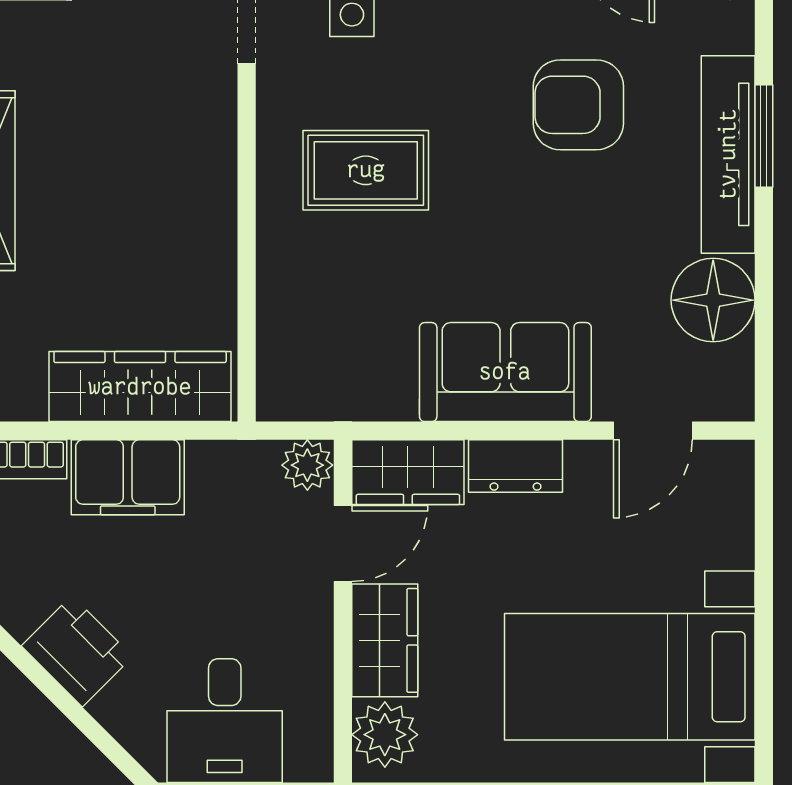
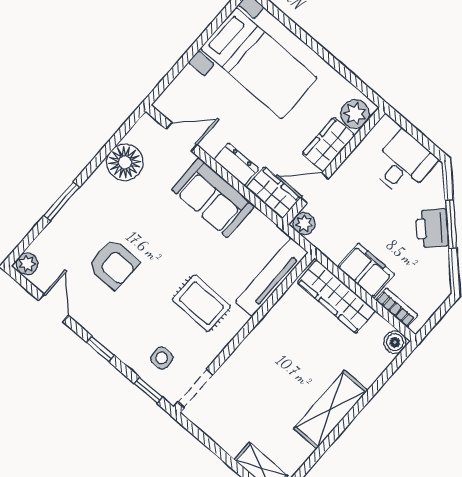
tv unit: (728, 154) -> (272, 277), moved, turned 180
window: (50, 687) -> (451, 224), added

